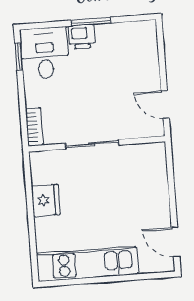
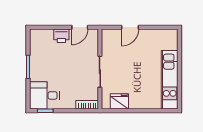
printer: (82, 37) -> (61, 36), moved, turned 90
fridge: (46, 200) -> (119, 101), moved
door: (176, 242) -> (130, 27), moved

